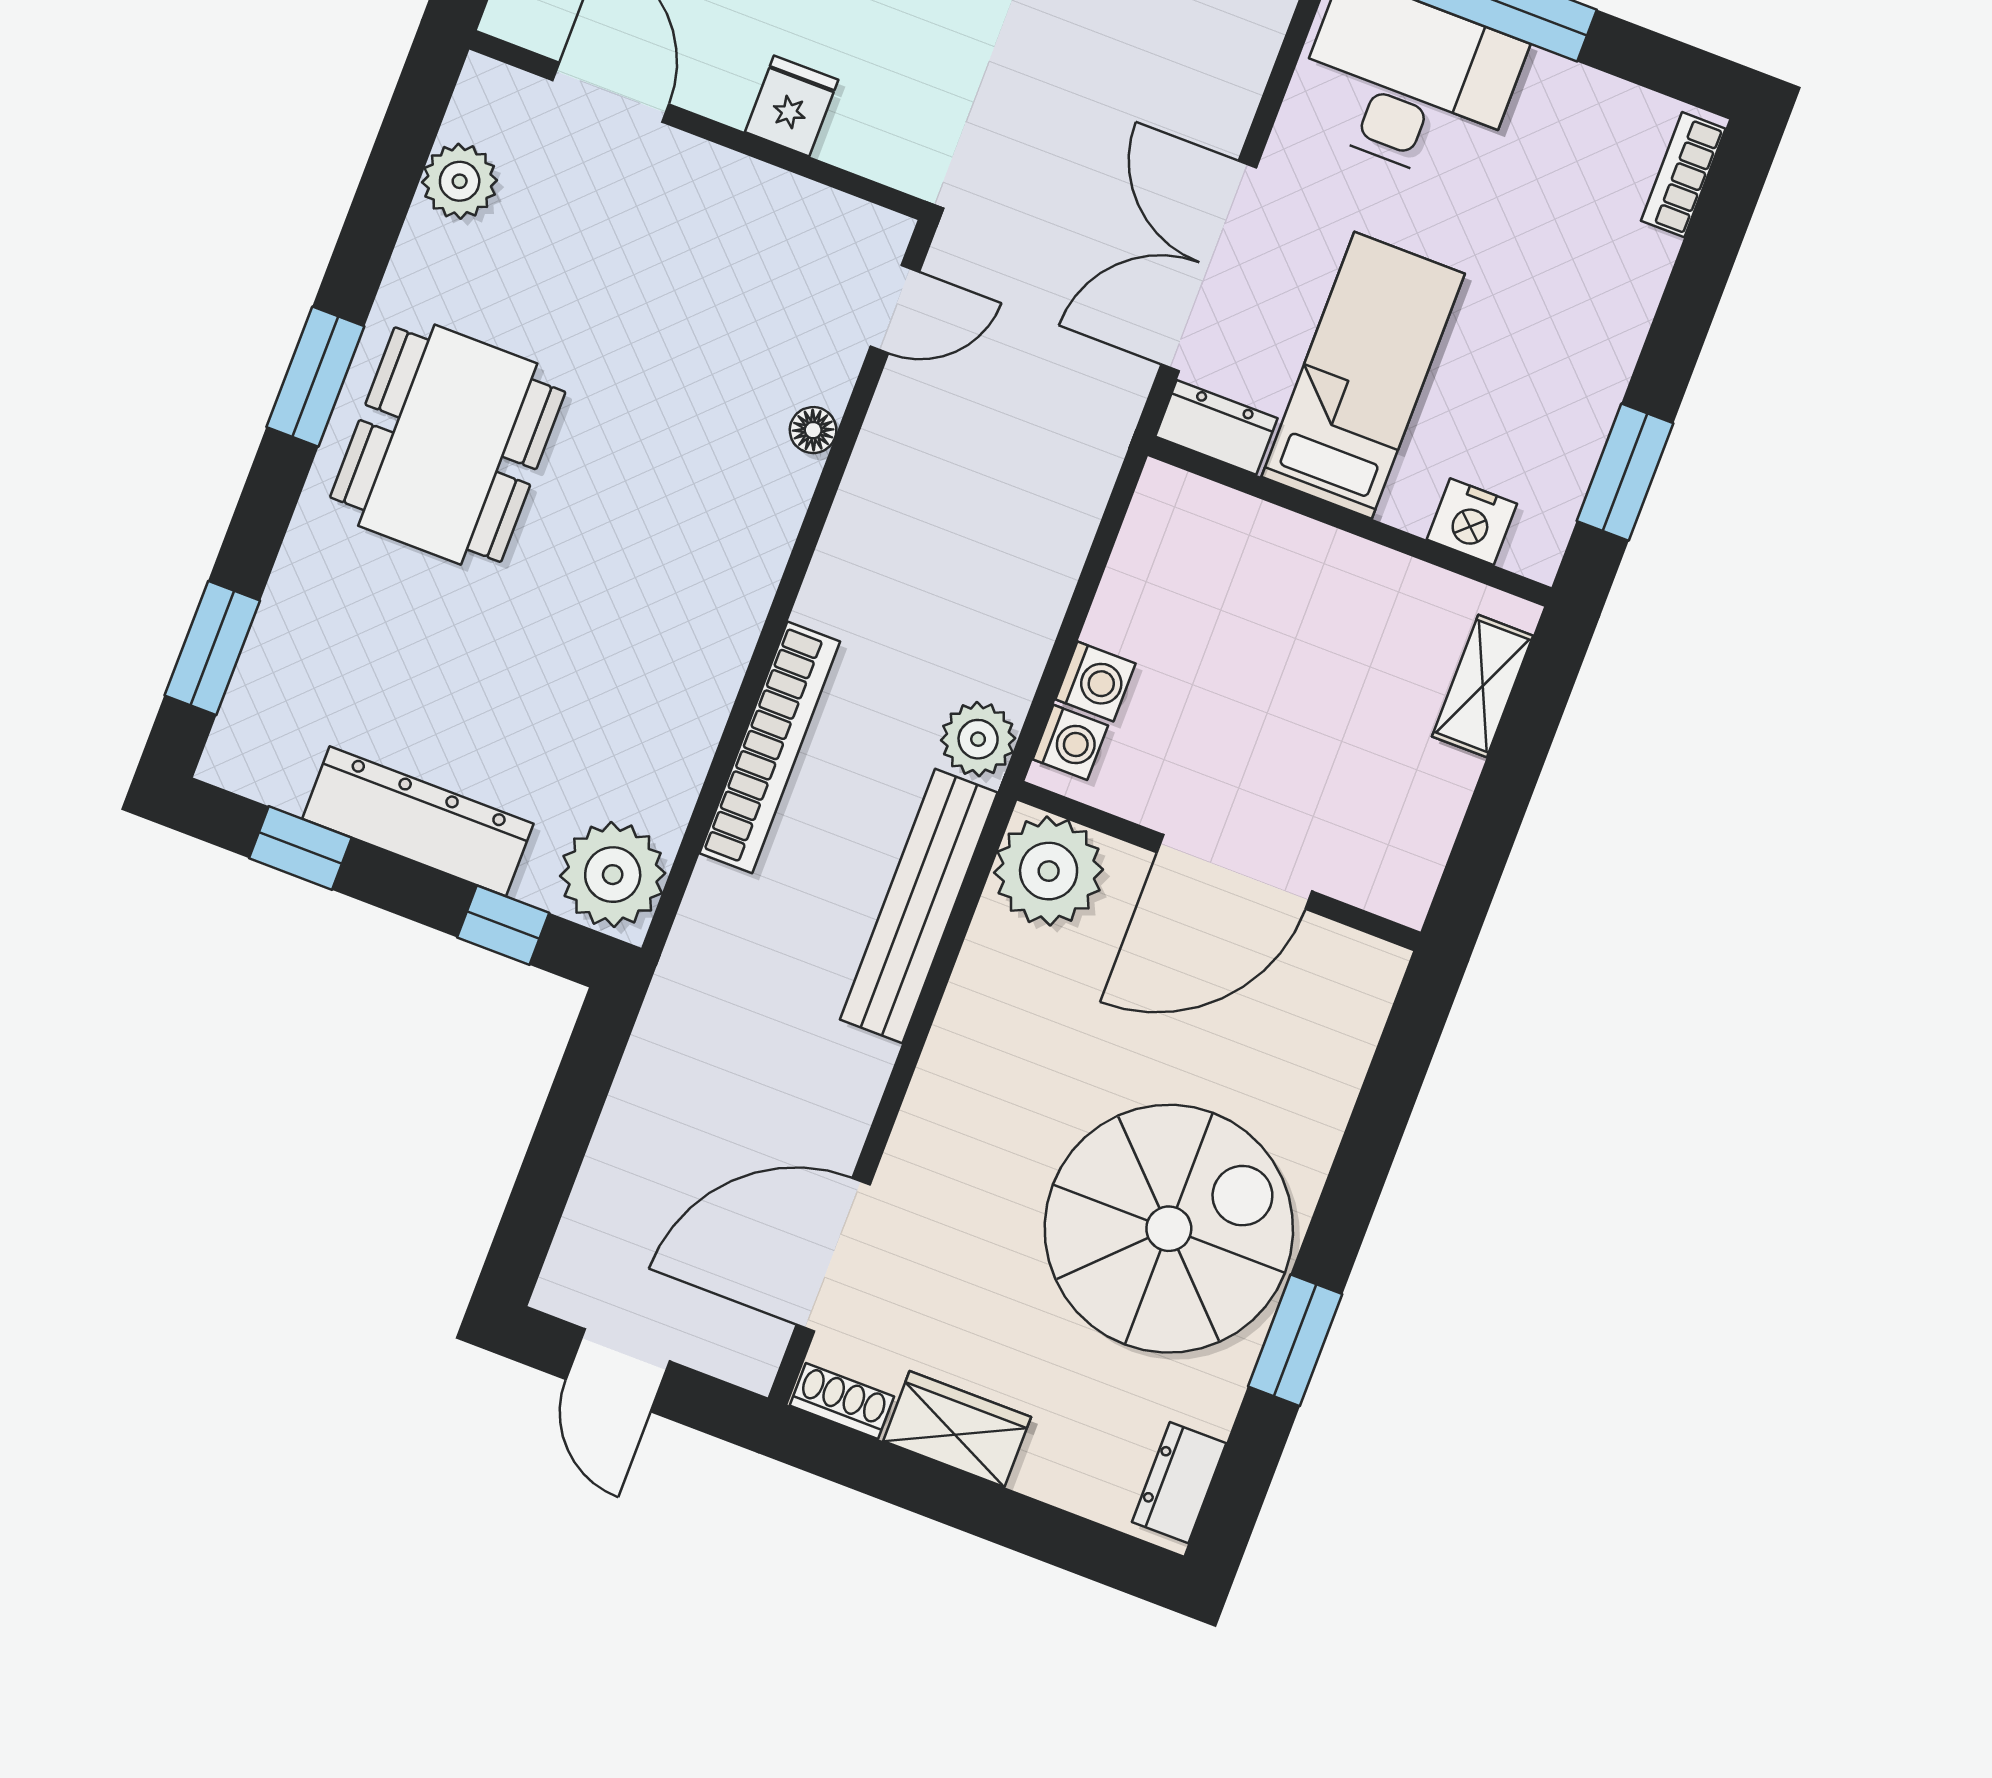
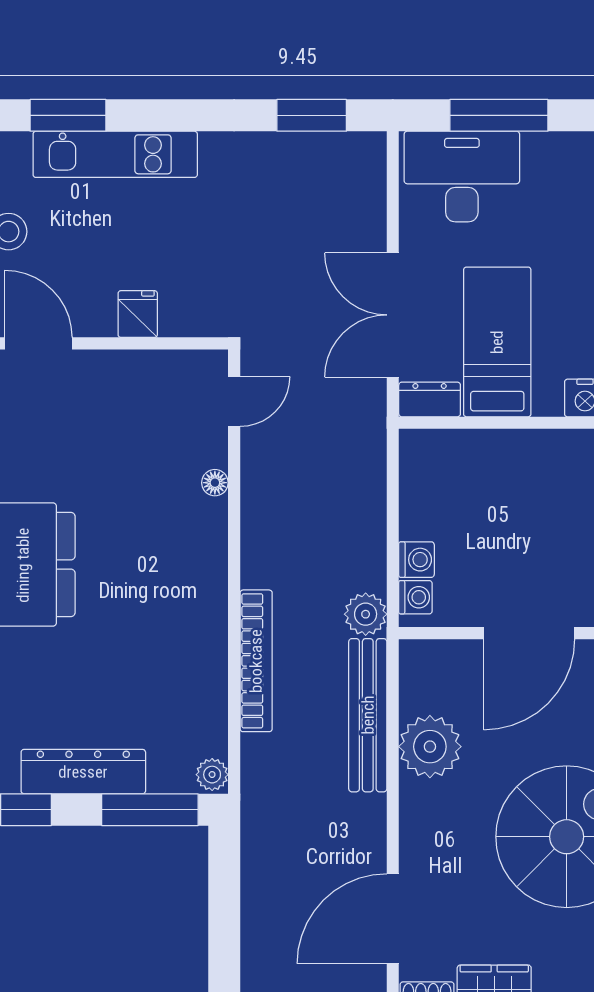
plant: (1049, 871) -> (430, 747), moved
plant: (613, 875) -> (212, 775), width x0.53, depth x0.53
window: (503, 925) -> (150, 810), width x2.17

